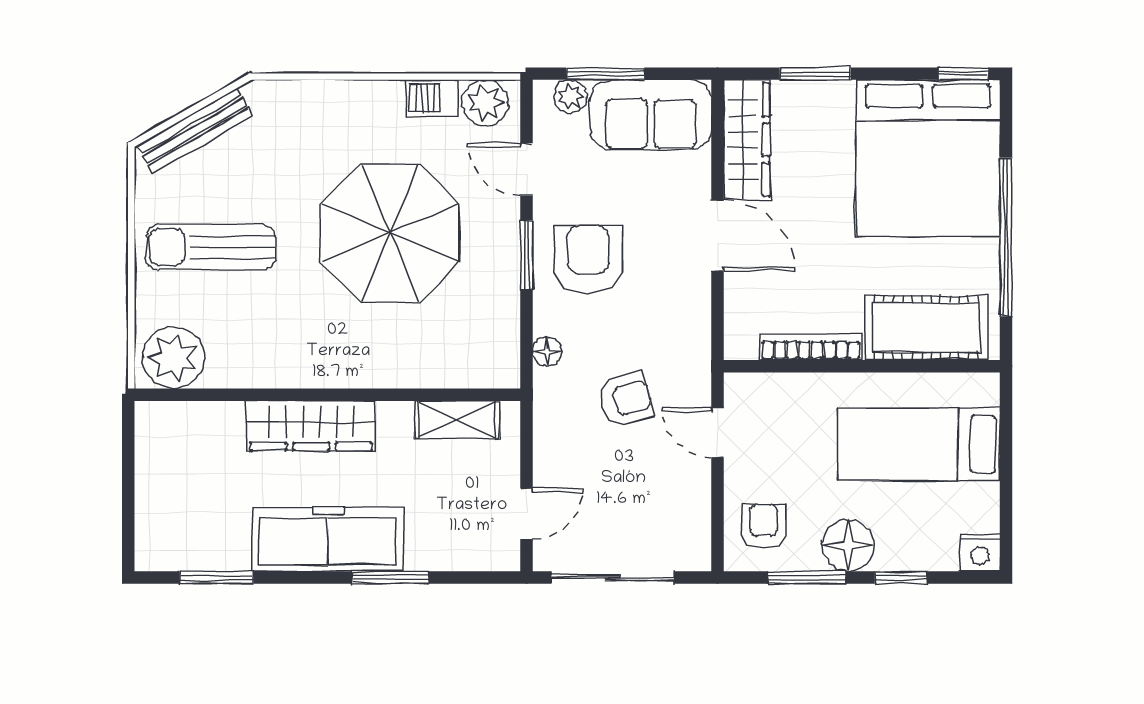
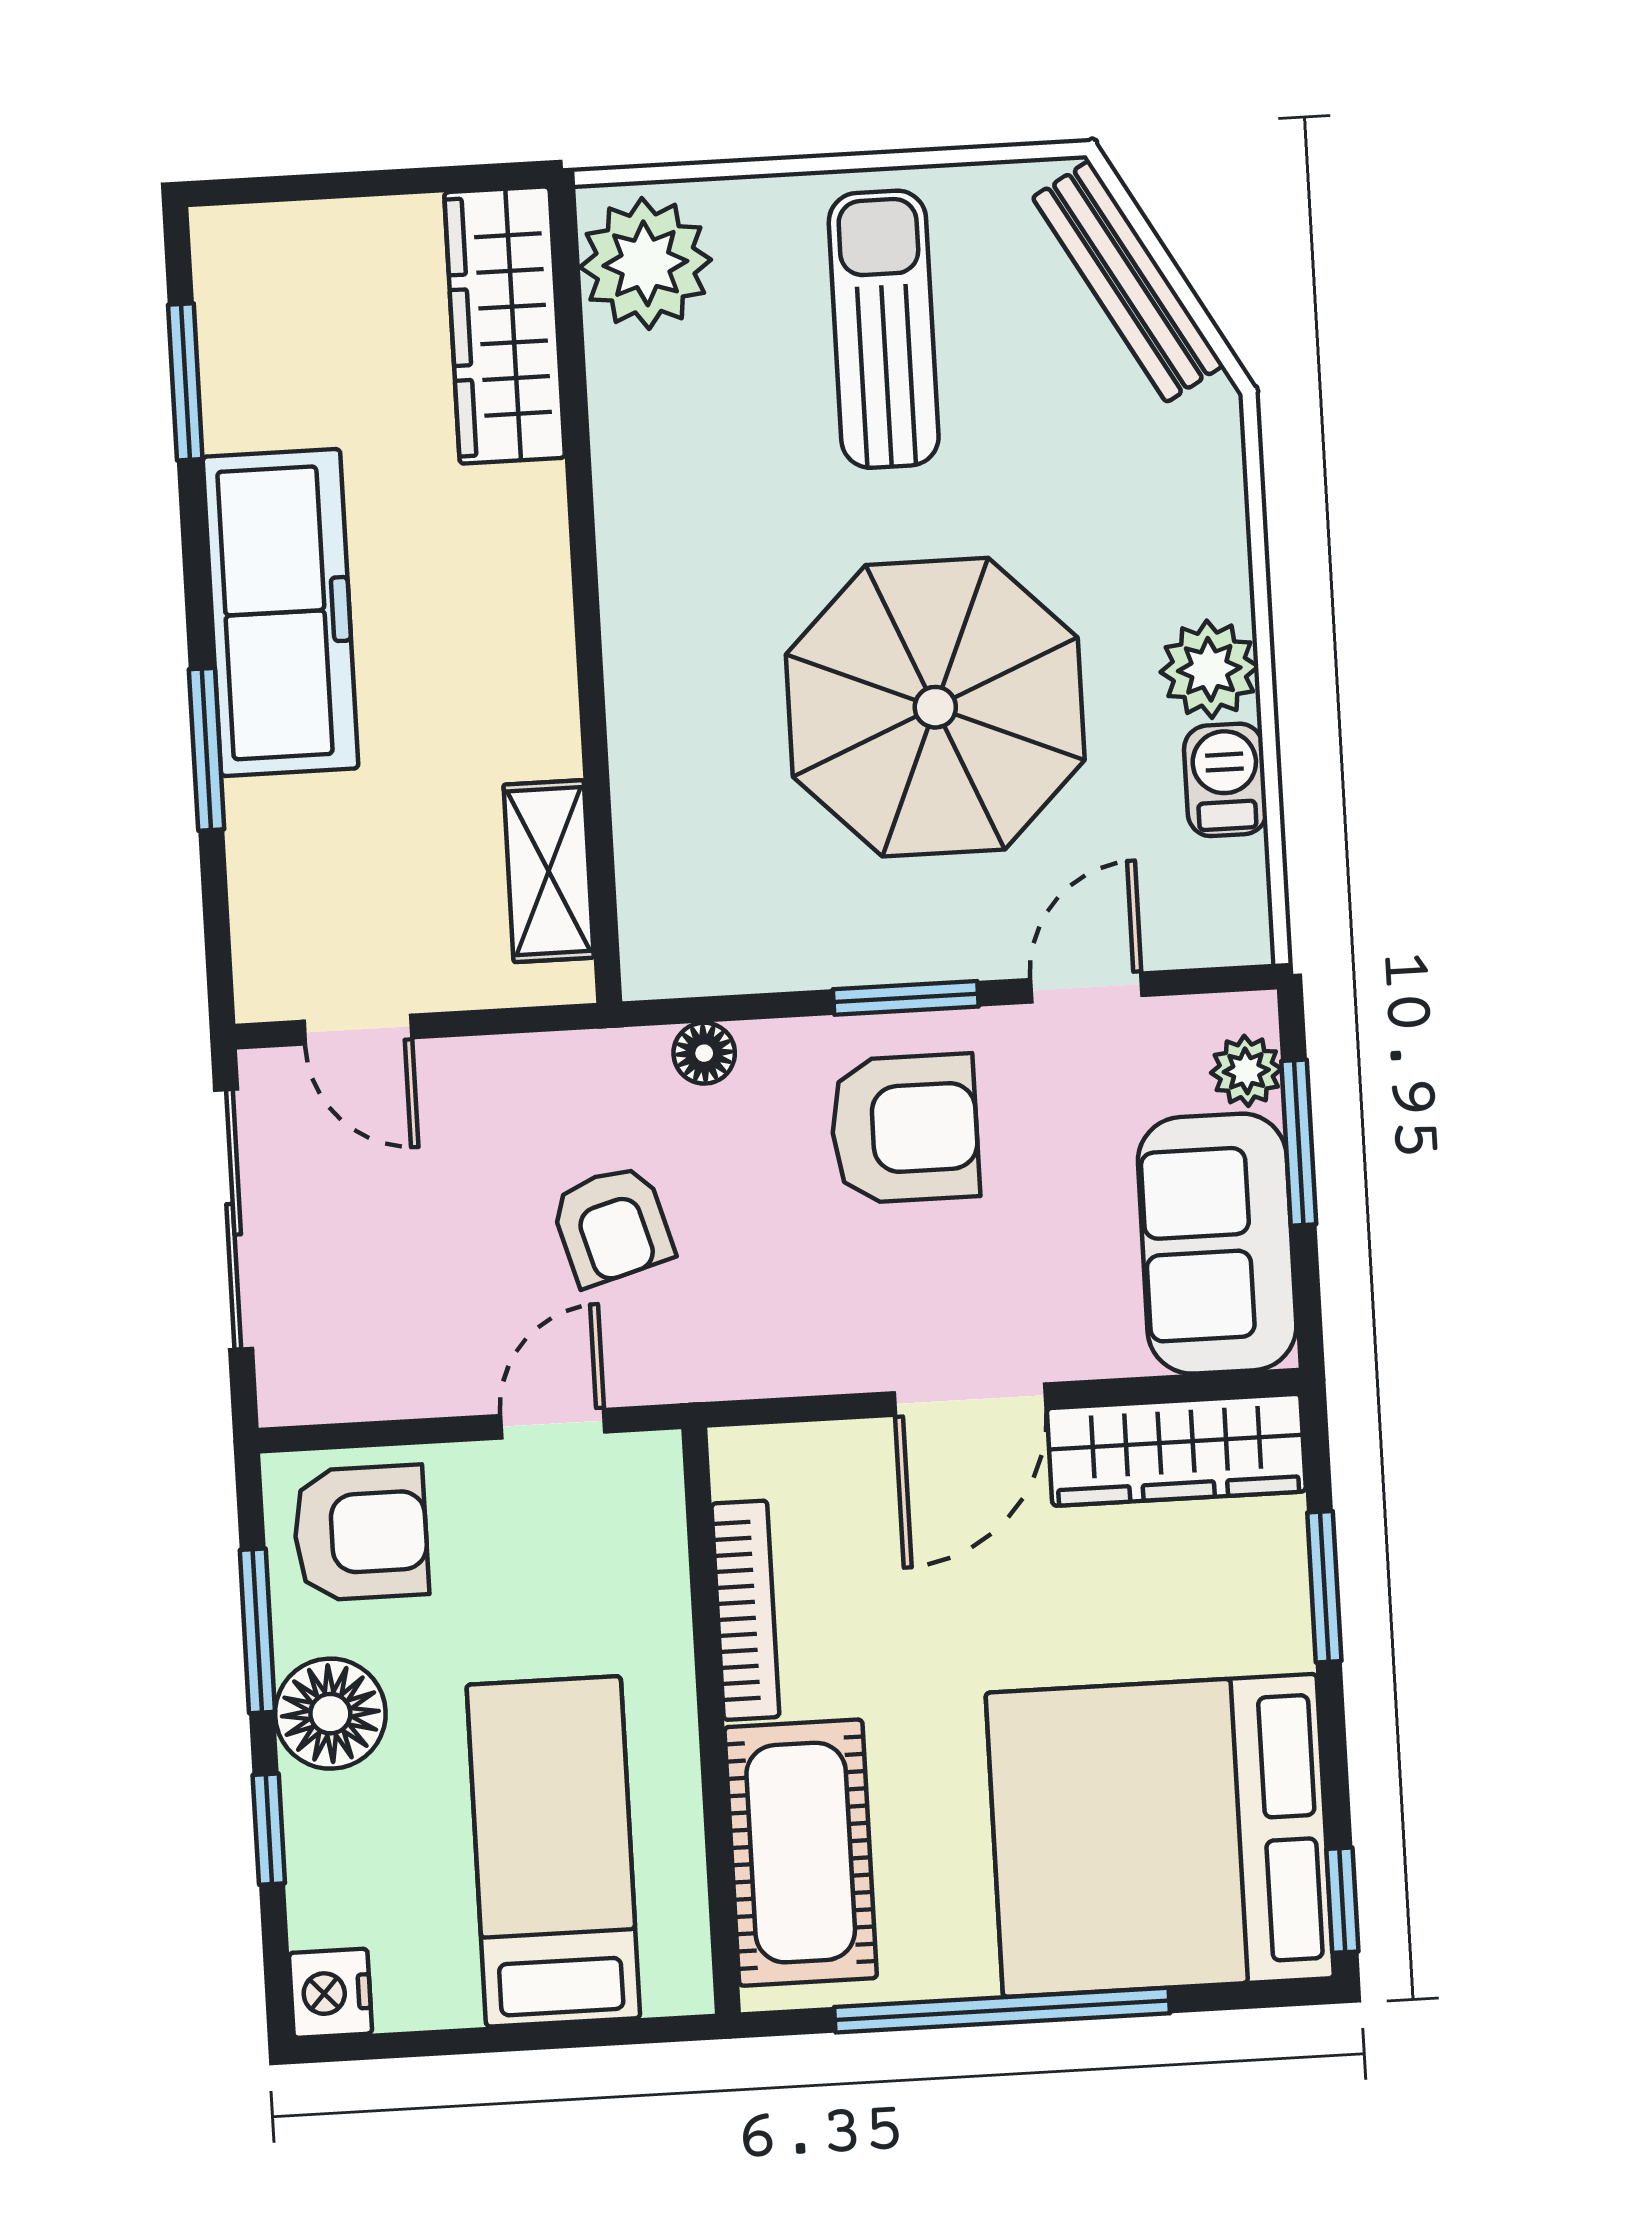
plant: (485, 103) -> (1209, 669), moved
wardrobe: (311, 426) -> (505, 325), moved
armchair: (764, 526) -> (361, 1533), width x1.38, depth x1.38

